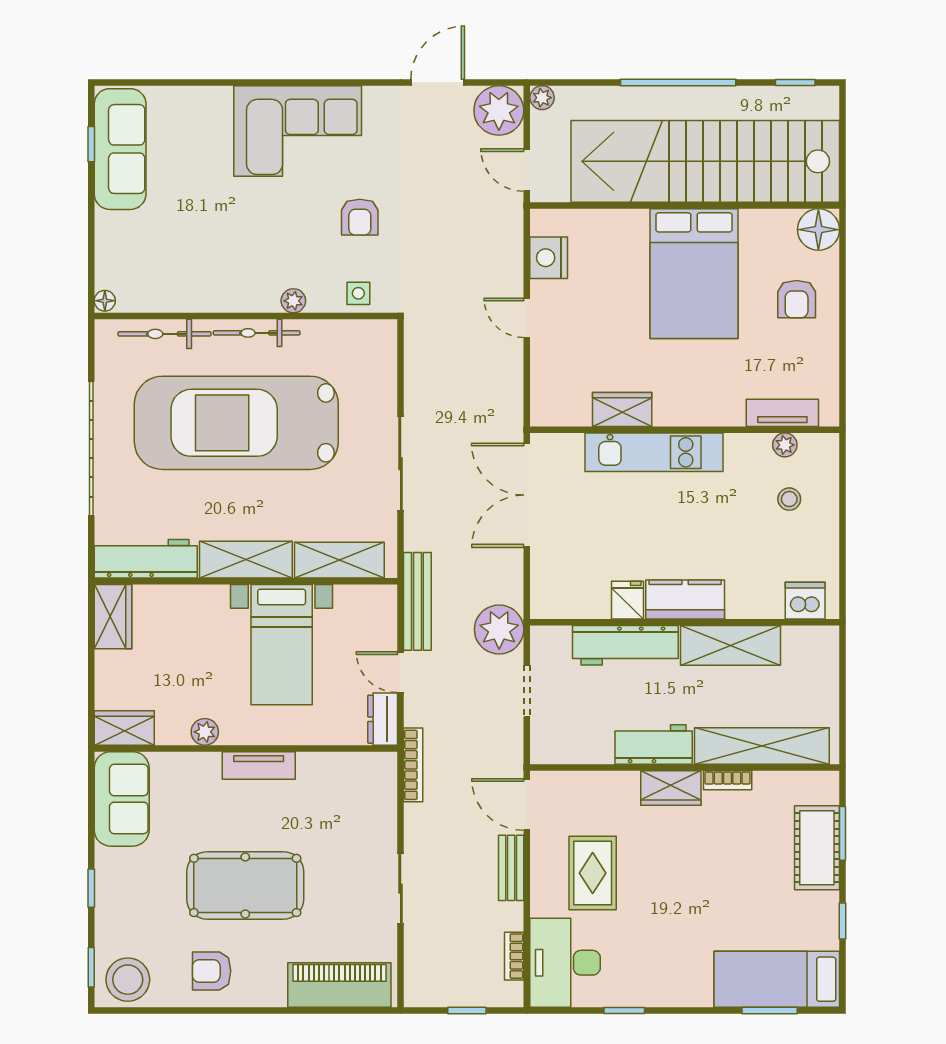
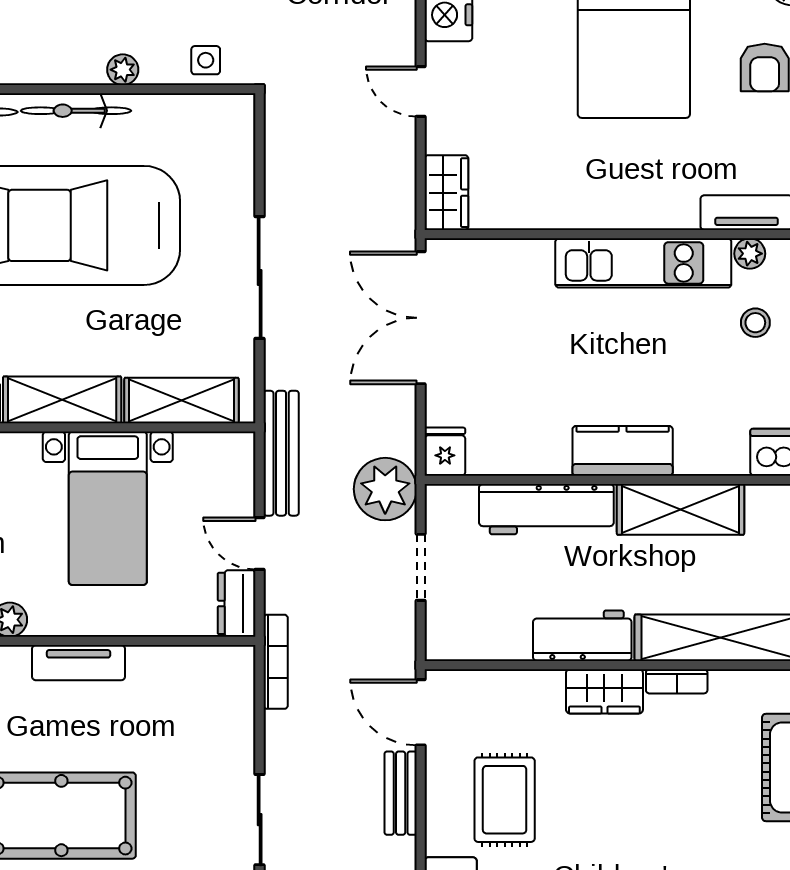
wardrobe: (622, 409) -> (446, 193), moved, turned 90
kitchen unit: (654, 452) -> (643, 263), moved
fridge: (628, 600) -> (445, 452), moved

